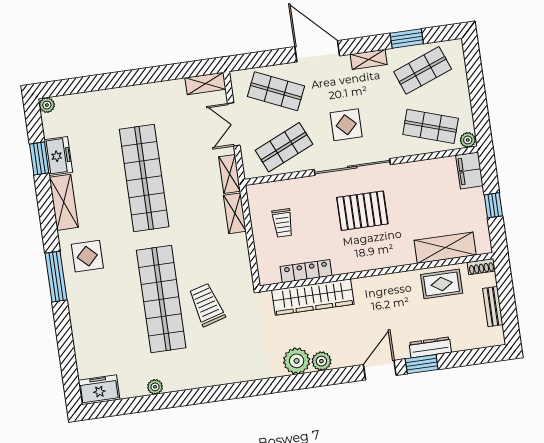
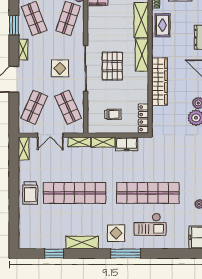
plant: (47, 105) -> (23, 244), removed
freezer: (58, 156) -> (127, 144), moved, turned 180
shelving: (388, 257) -> (142, 55), added
locker: (306, 271) -> (143, 118), moved
wardrobe: (313, 297) -> (159, 82), moved
trolley: (207, 305) -> (30, 193), moved, turned -74
checkout: (110, 310) -> (150, 224), added

